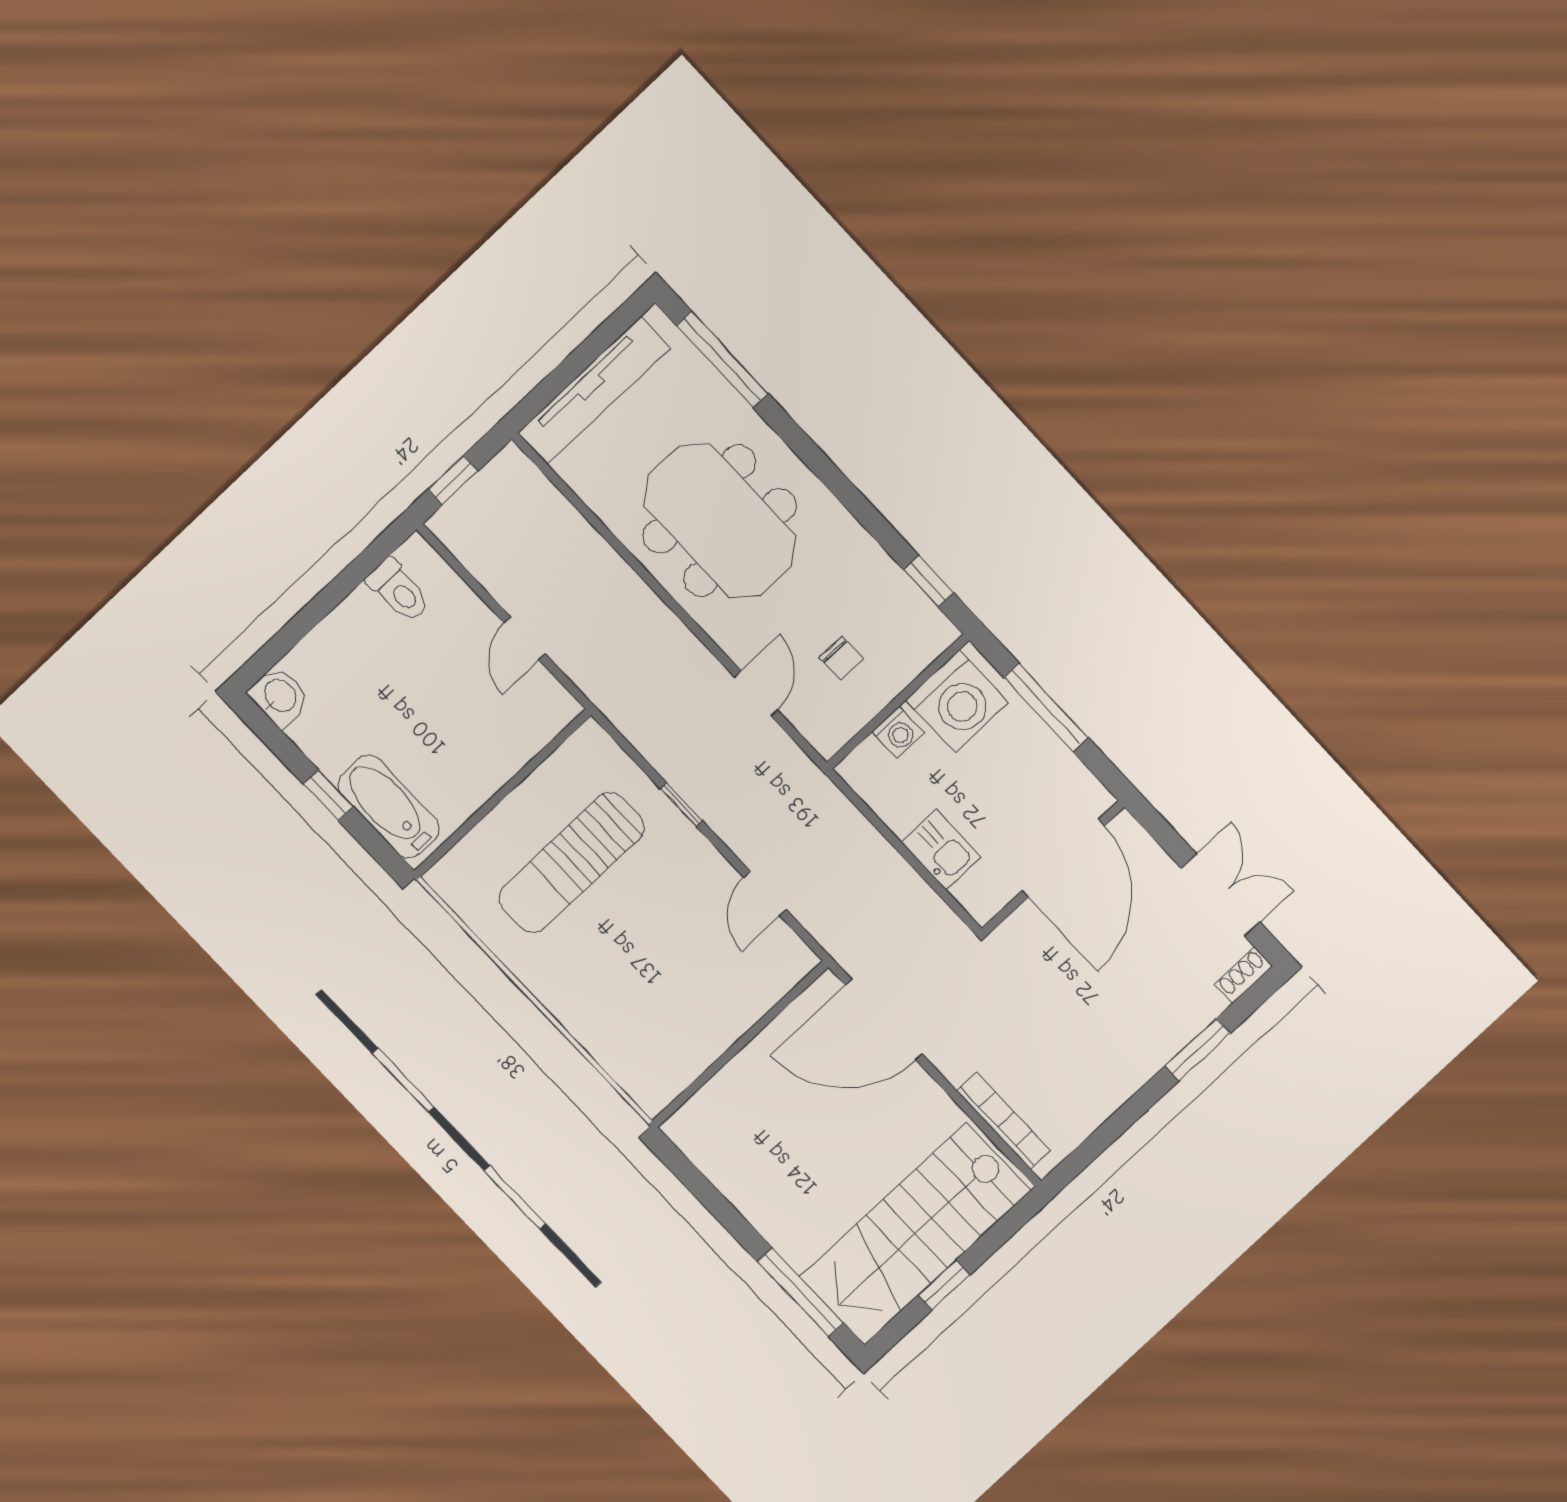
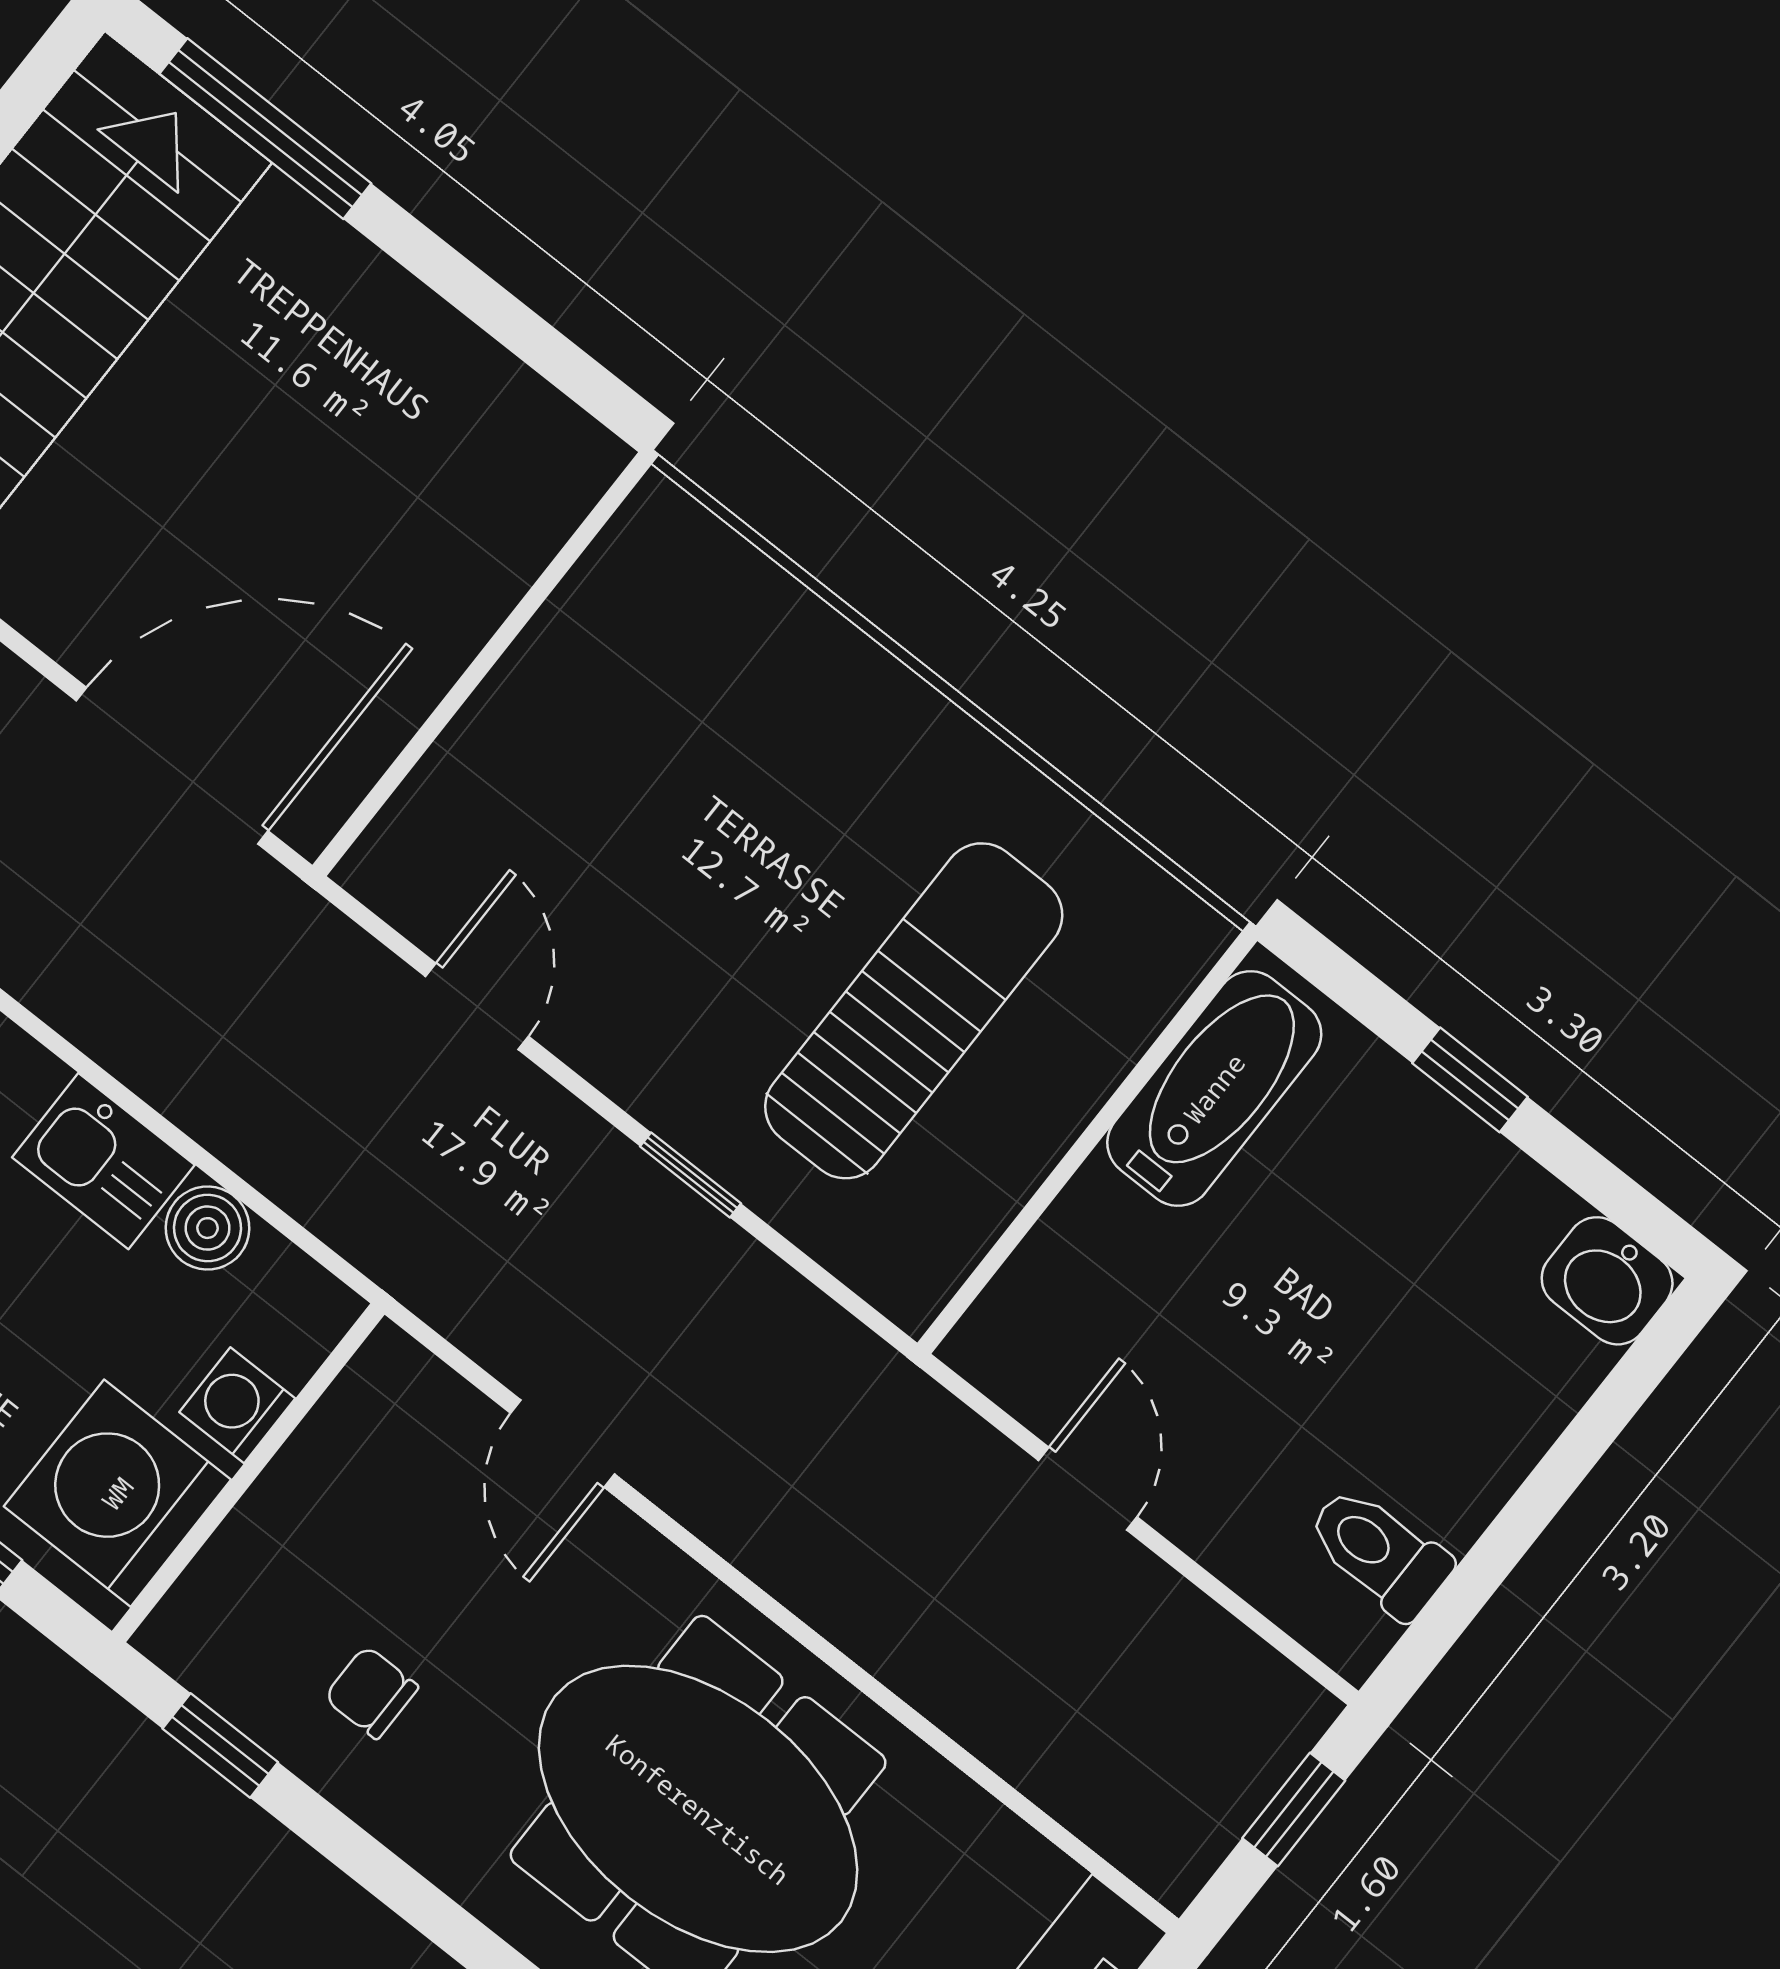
chair: (841, 658) -> (371, 1692), moved
bathtub: (389, 807) -> (1214, 1088), moved, turned -90
boiler: (899, 813) -> (208, 1228), added

